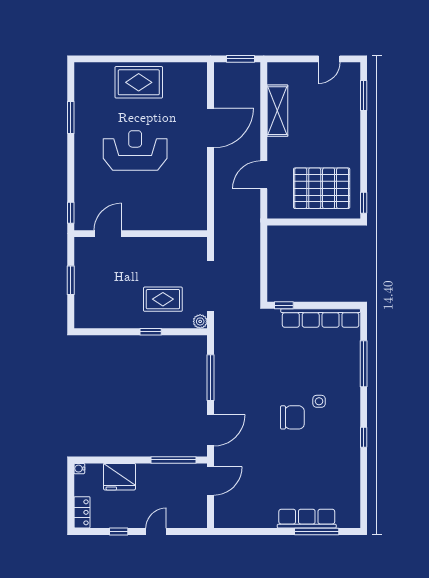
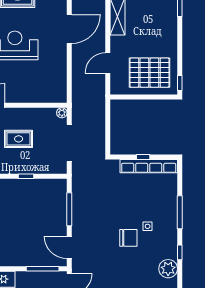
rug: (163, 299) -> (19, 139), moved
window: (284, 305) -> (143, 157), moved
plant: (200, 321) -> (62, 113), moved
window: (364, 364) -> (180, 212), moved
door: (211, 430) -> (69, 247), swing flipped
plant: (348, 460) -> (168, 269), added

